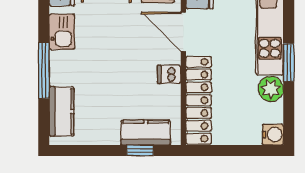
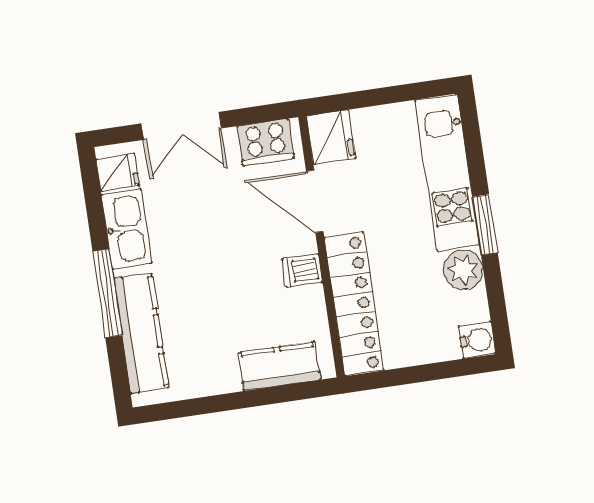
kitchen sink: (62, 32) -> (126, 229), width x1.38
kitchen counter: (61, 111) -> (141, 333), width x1.50
window: (140, 150) -> (275, 395), removed

